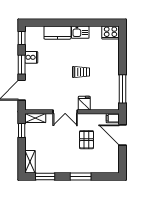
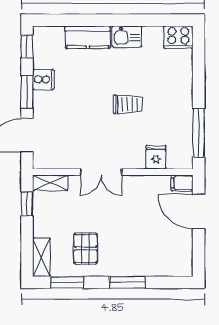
fridge: (84, 103) -> (156, 157), moved
pallet: (87, 140) -> (85, 248), moved

